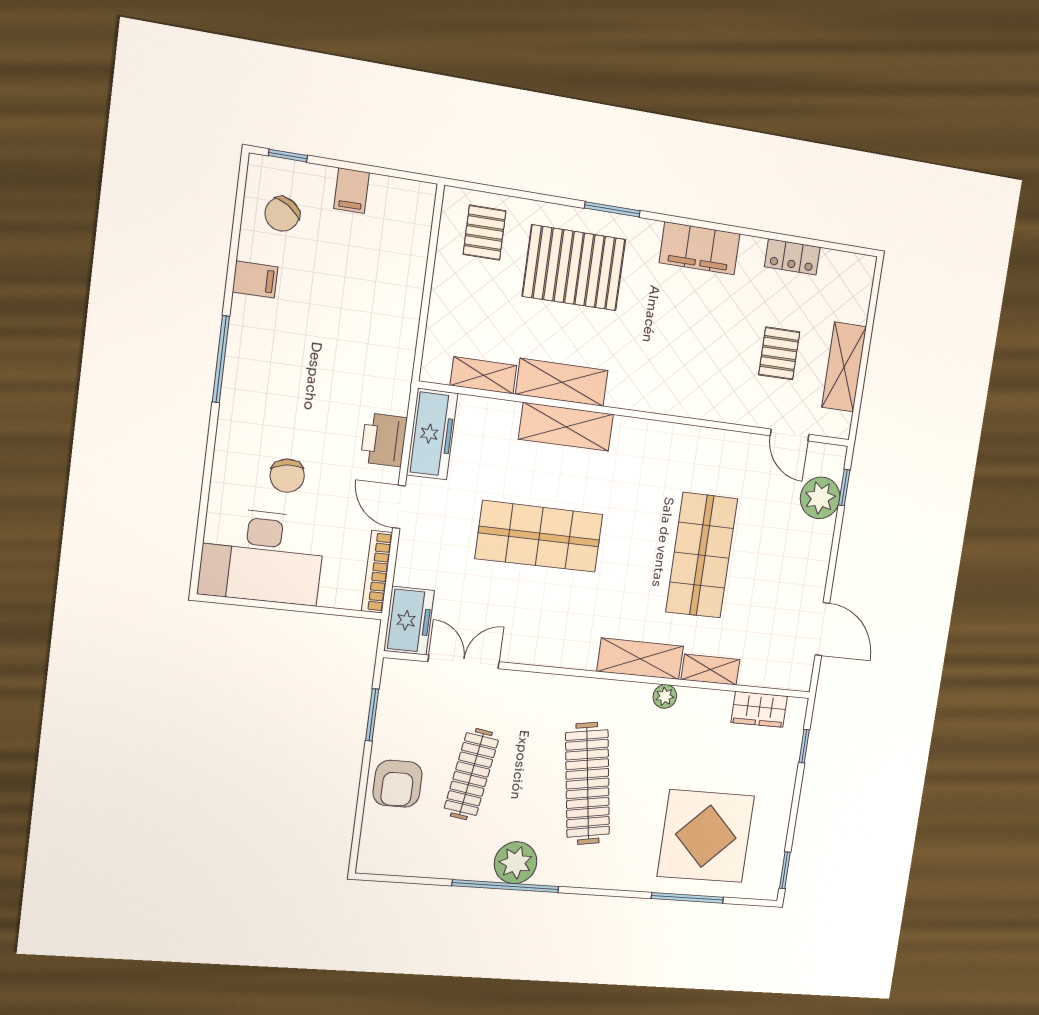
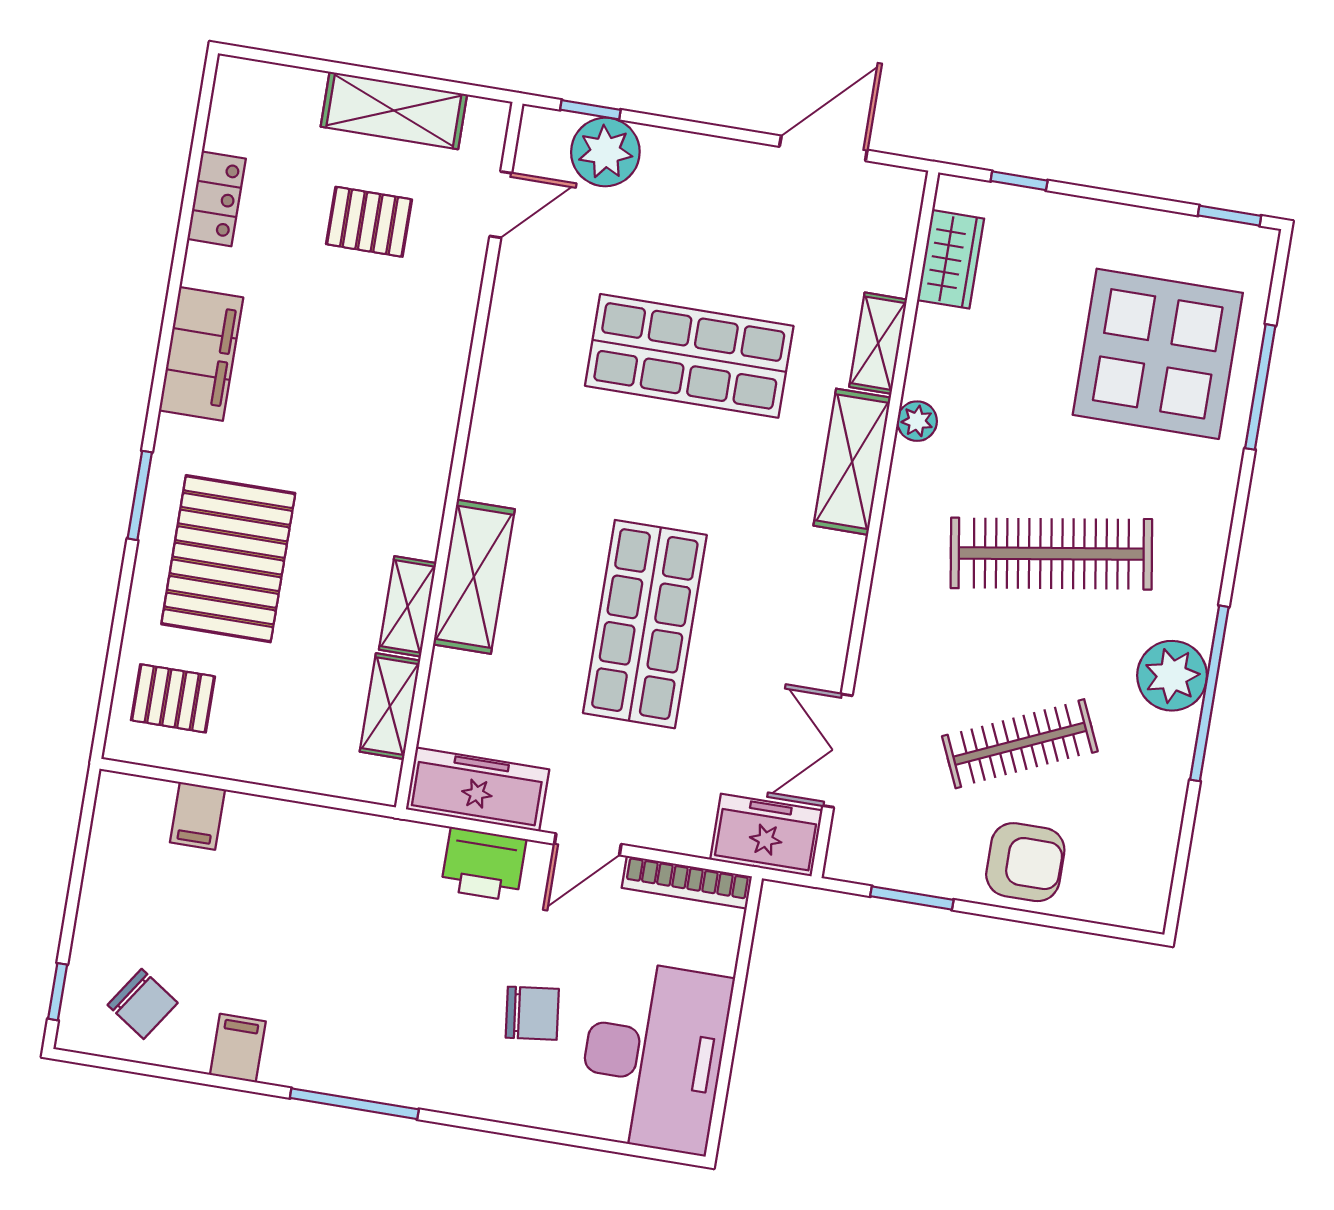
filing cabinet: (352, 191) -> (198, 816), moved, turned 90
shelving: (562, 382) -> (408, 606), width x0.67, depth x0.75
clothes rail: (471, 774) -> (1020, 744), turned -33

